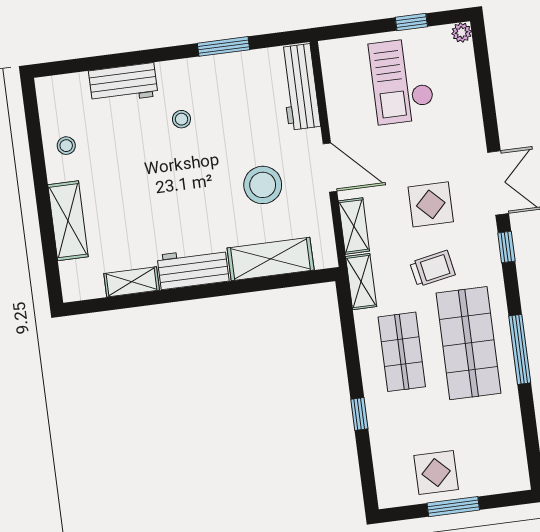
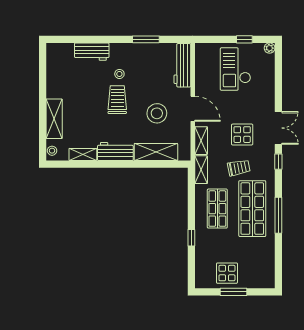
stool: (66, 146) -> (52, 151), moved
trolley: (184, 169) -> (117, 100), added

